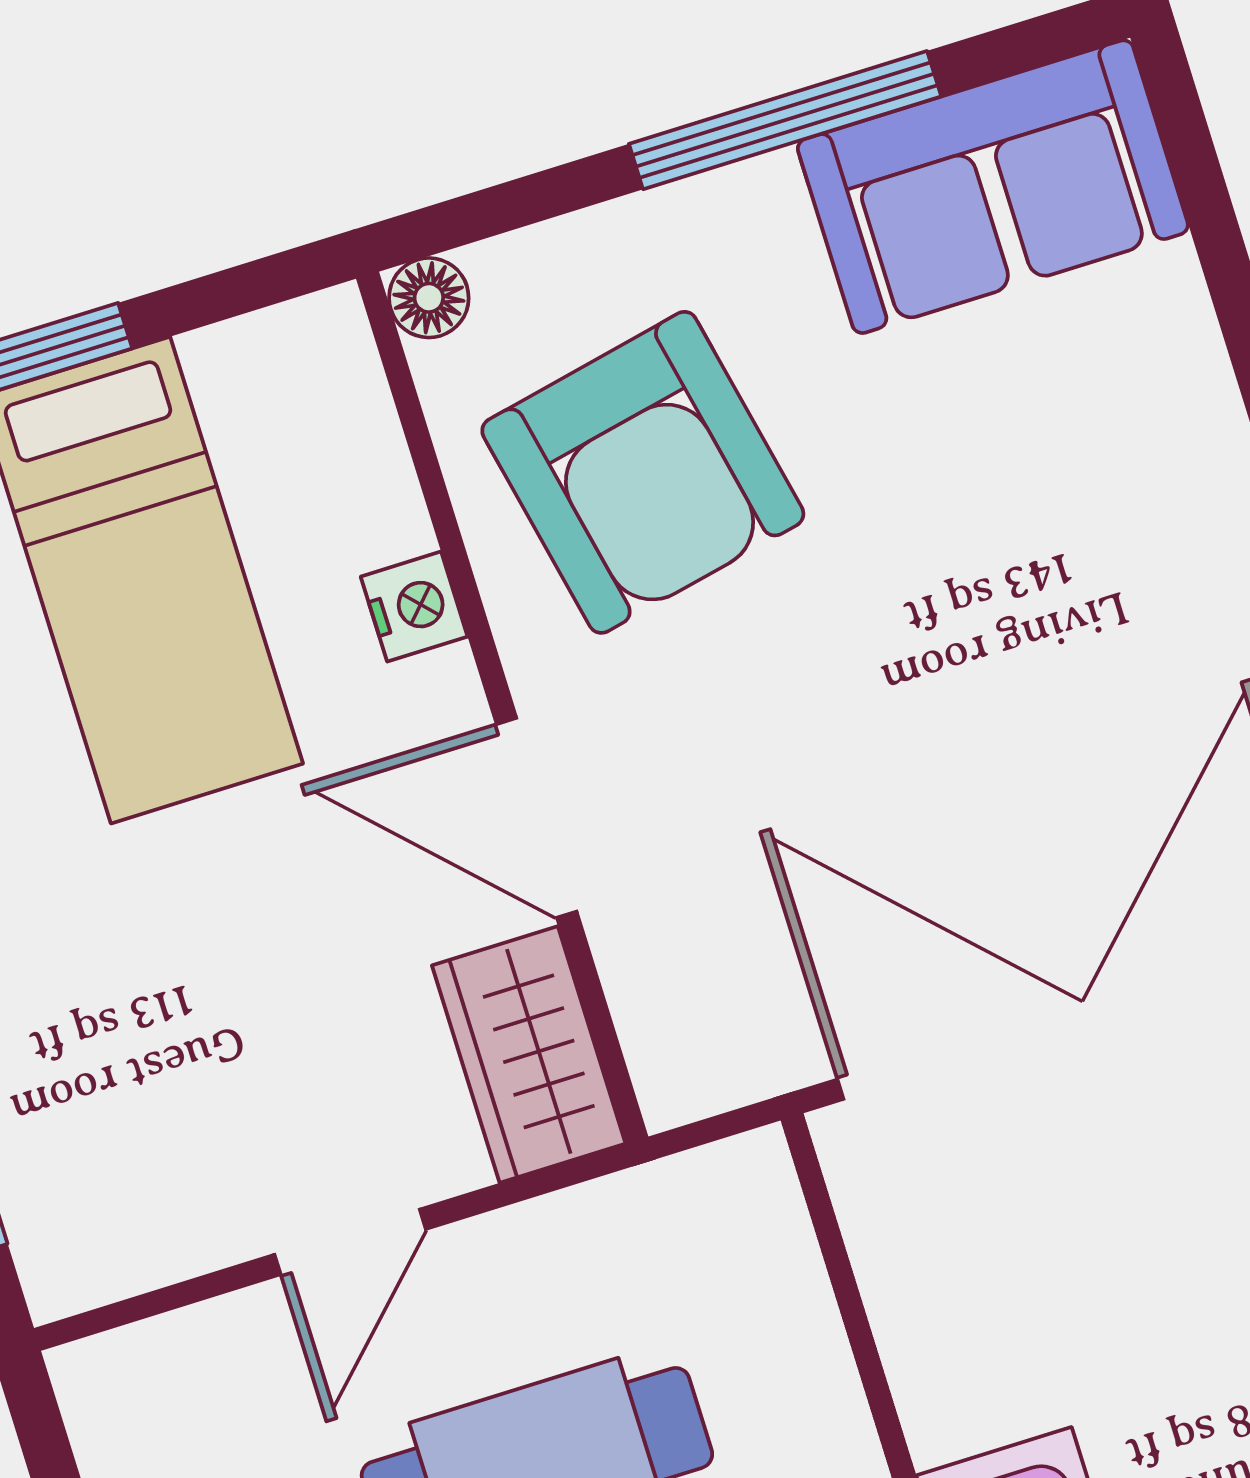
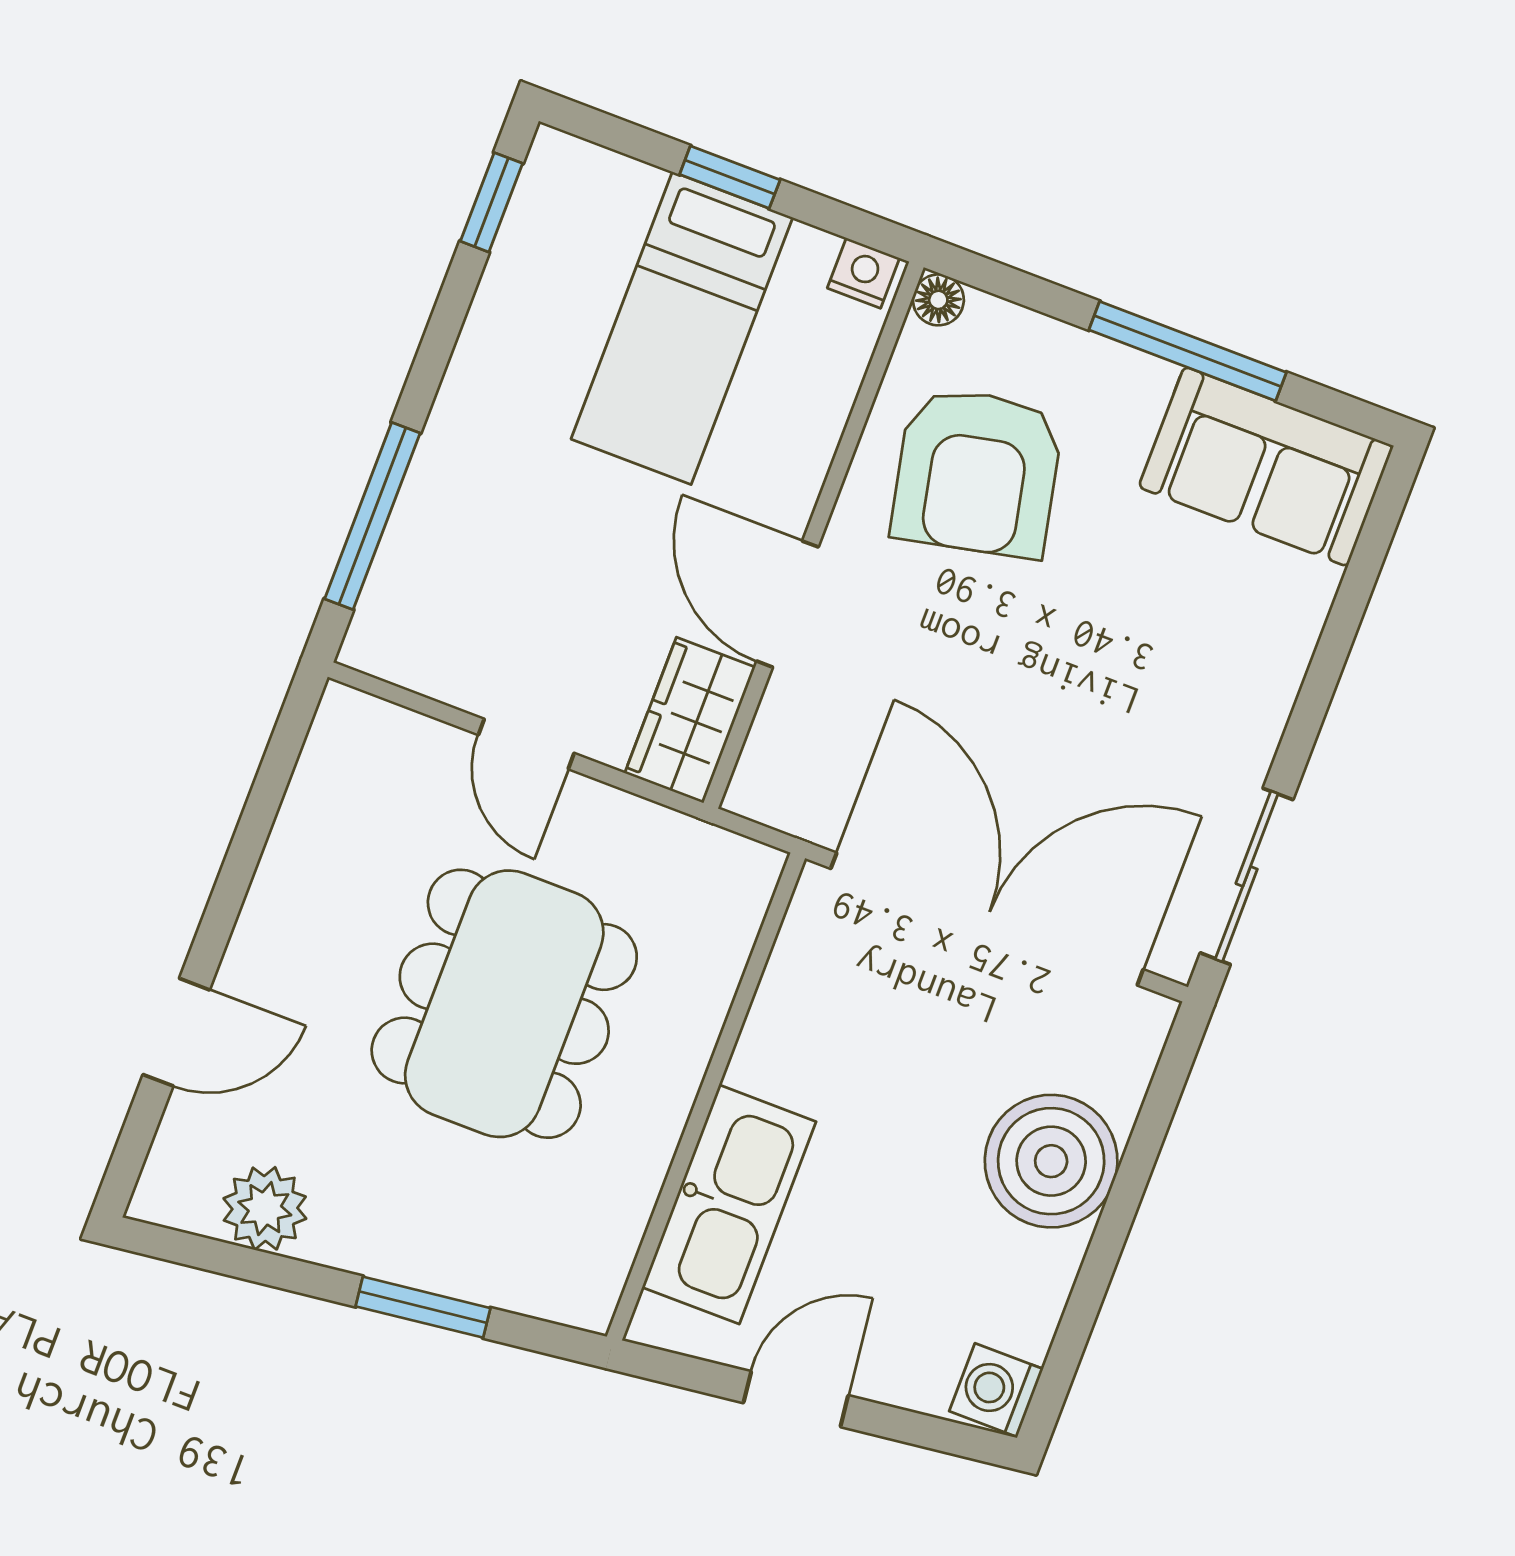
nightstand: (414, 607) -> (863, 273), moved, turned -90
door: (350, 1242) -> (526, 744), hinge flipped

